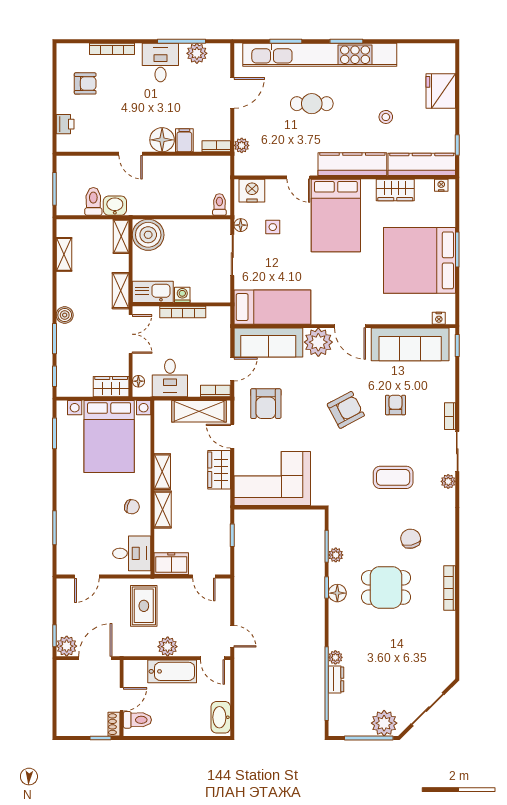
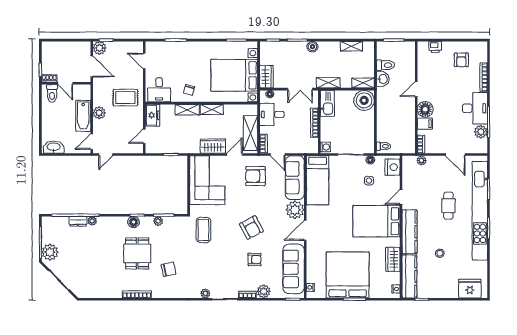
desk: (160, 62) -> (475, 108), width x1.37
fridge: (441, 91) -> (470, 289), moved
washing machine: (182, 295) -> (325, 147), moved
plant: (445, 391) -> (264, 291), added
coffee table: (393, 477) -> (203, 230), moved

